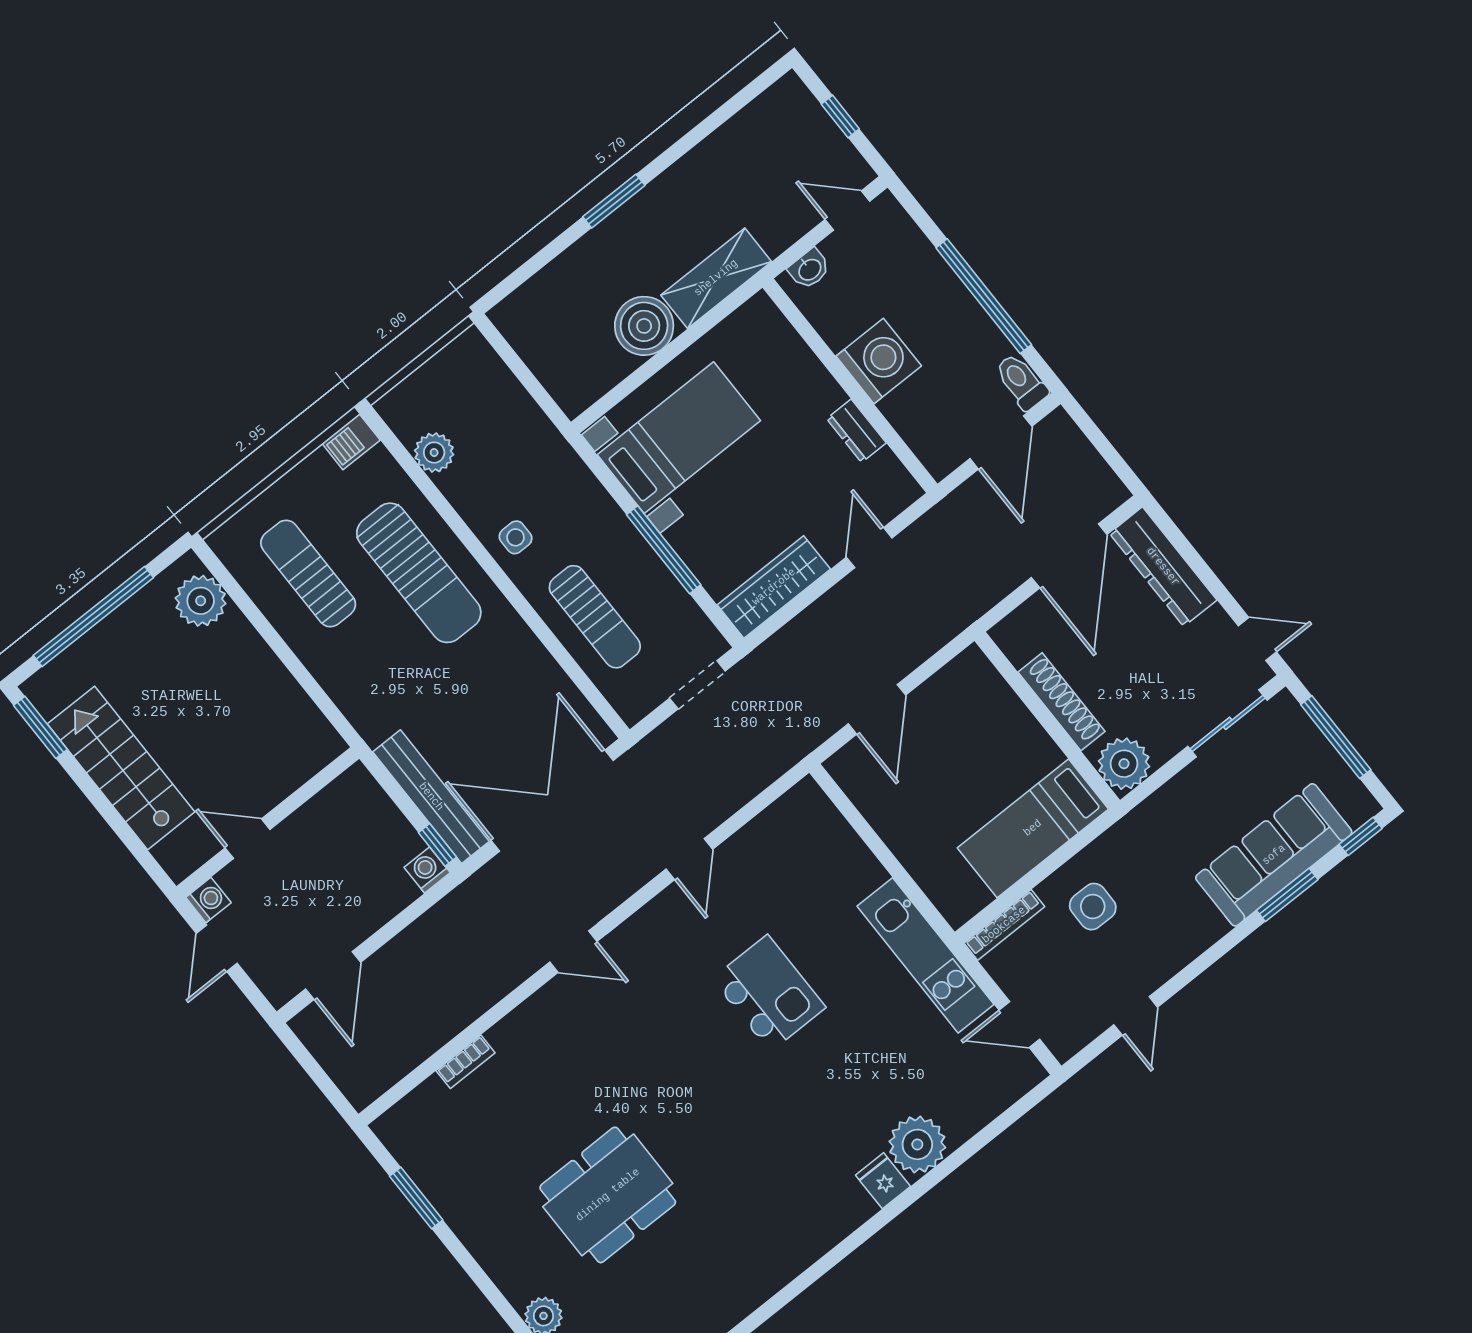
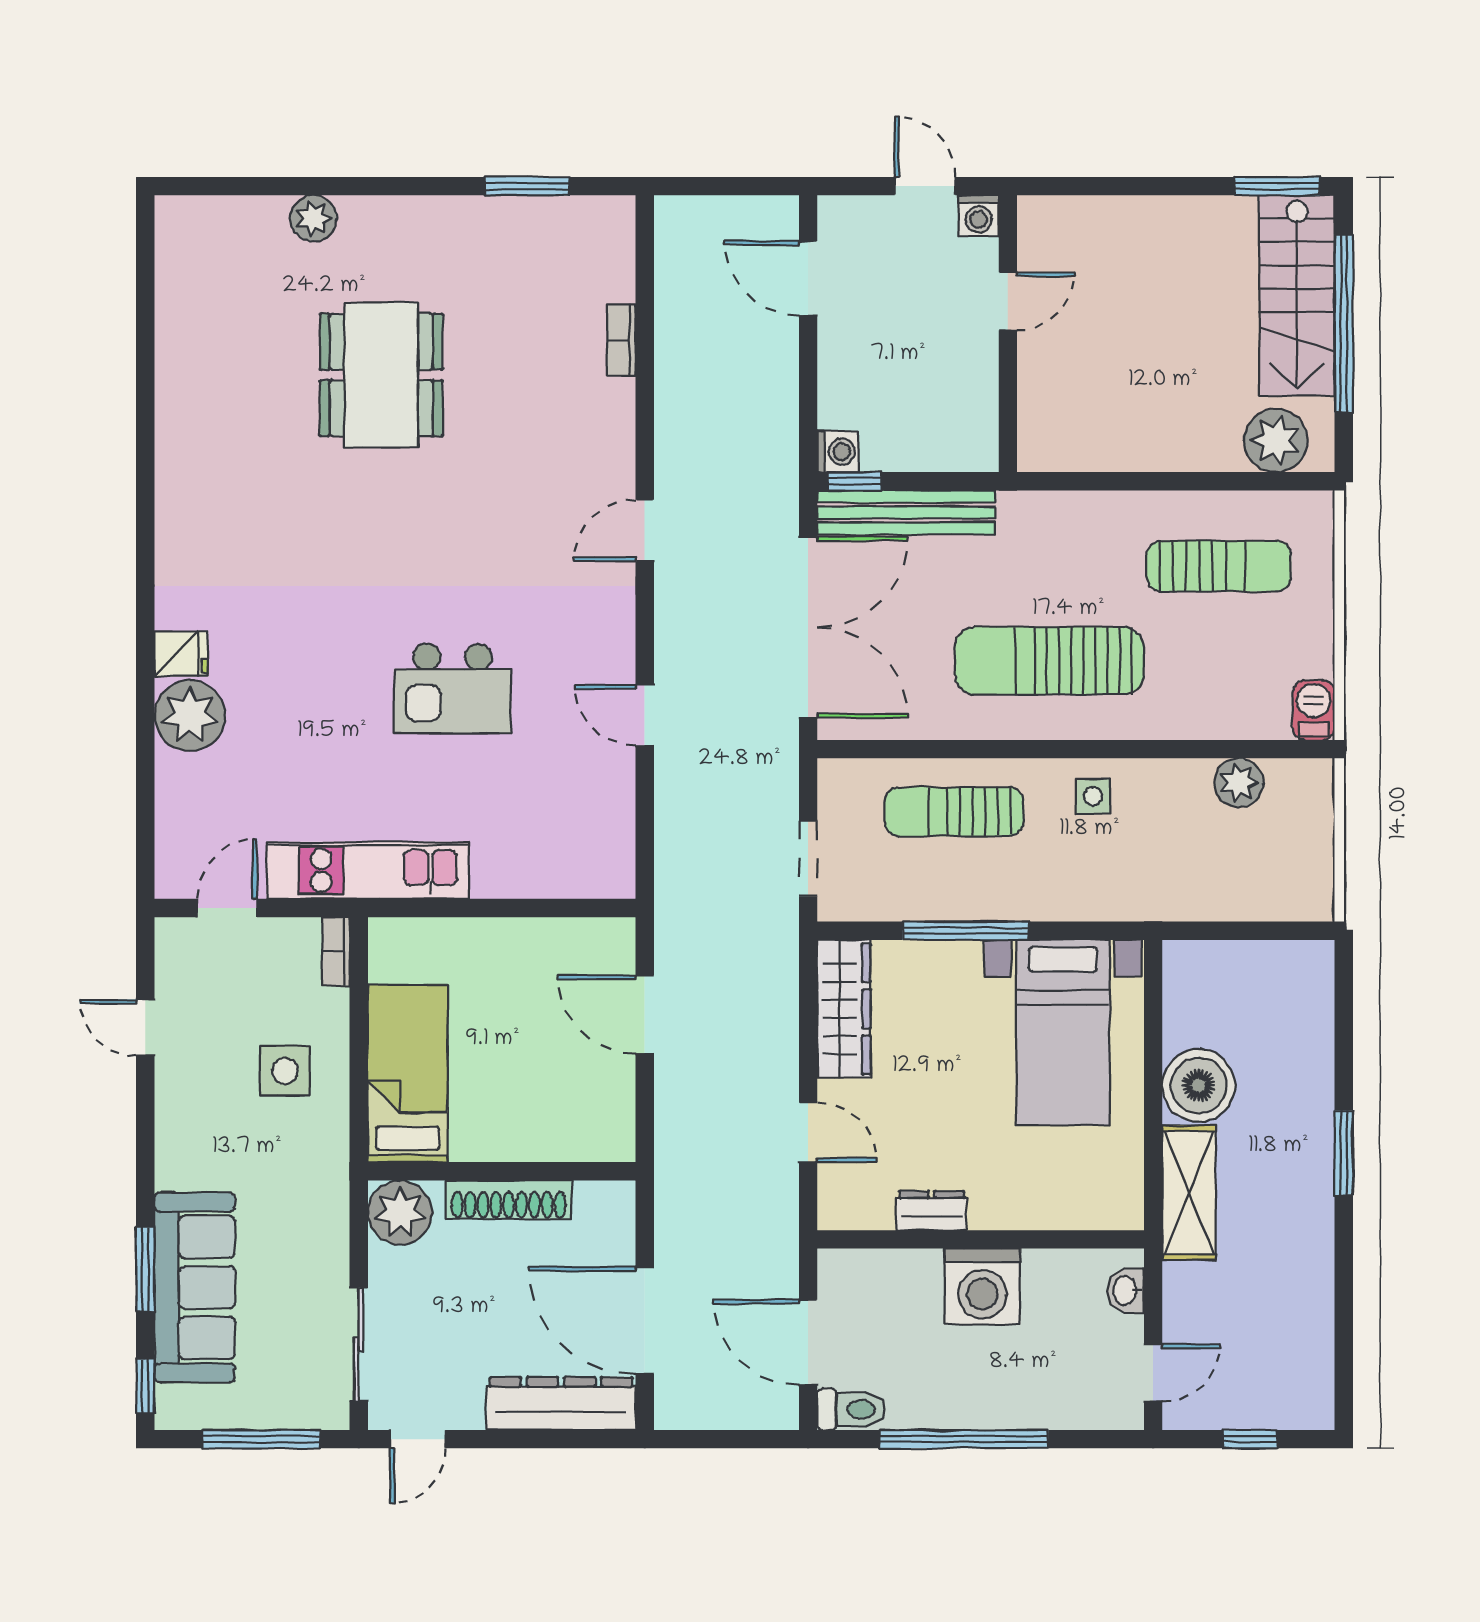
sun lounger: (419, 573) -> (1049, 661), moved
stairs: (121, 768) -> (1297, 295), moved, turned 90
bookcase: (1004, 925) -> (336, 951), width x0.64

